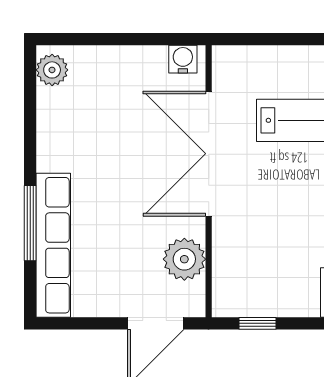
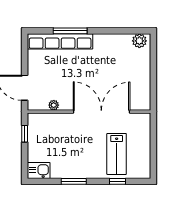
water cooler: (183, 59) -> (144, 100), removed
plant: (184, 259) -> (54, 105), width x0.53, depth x0.53

